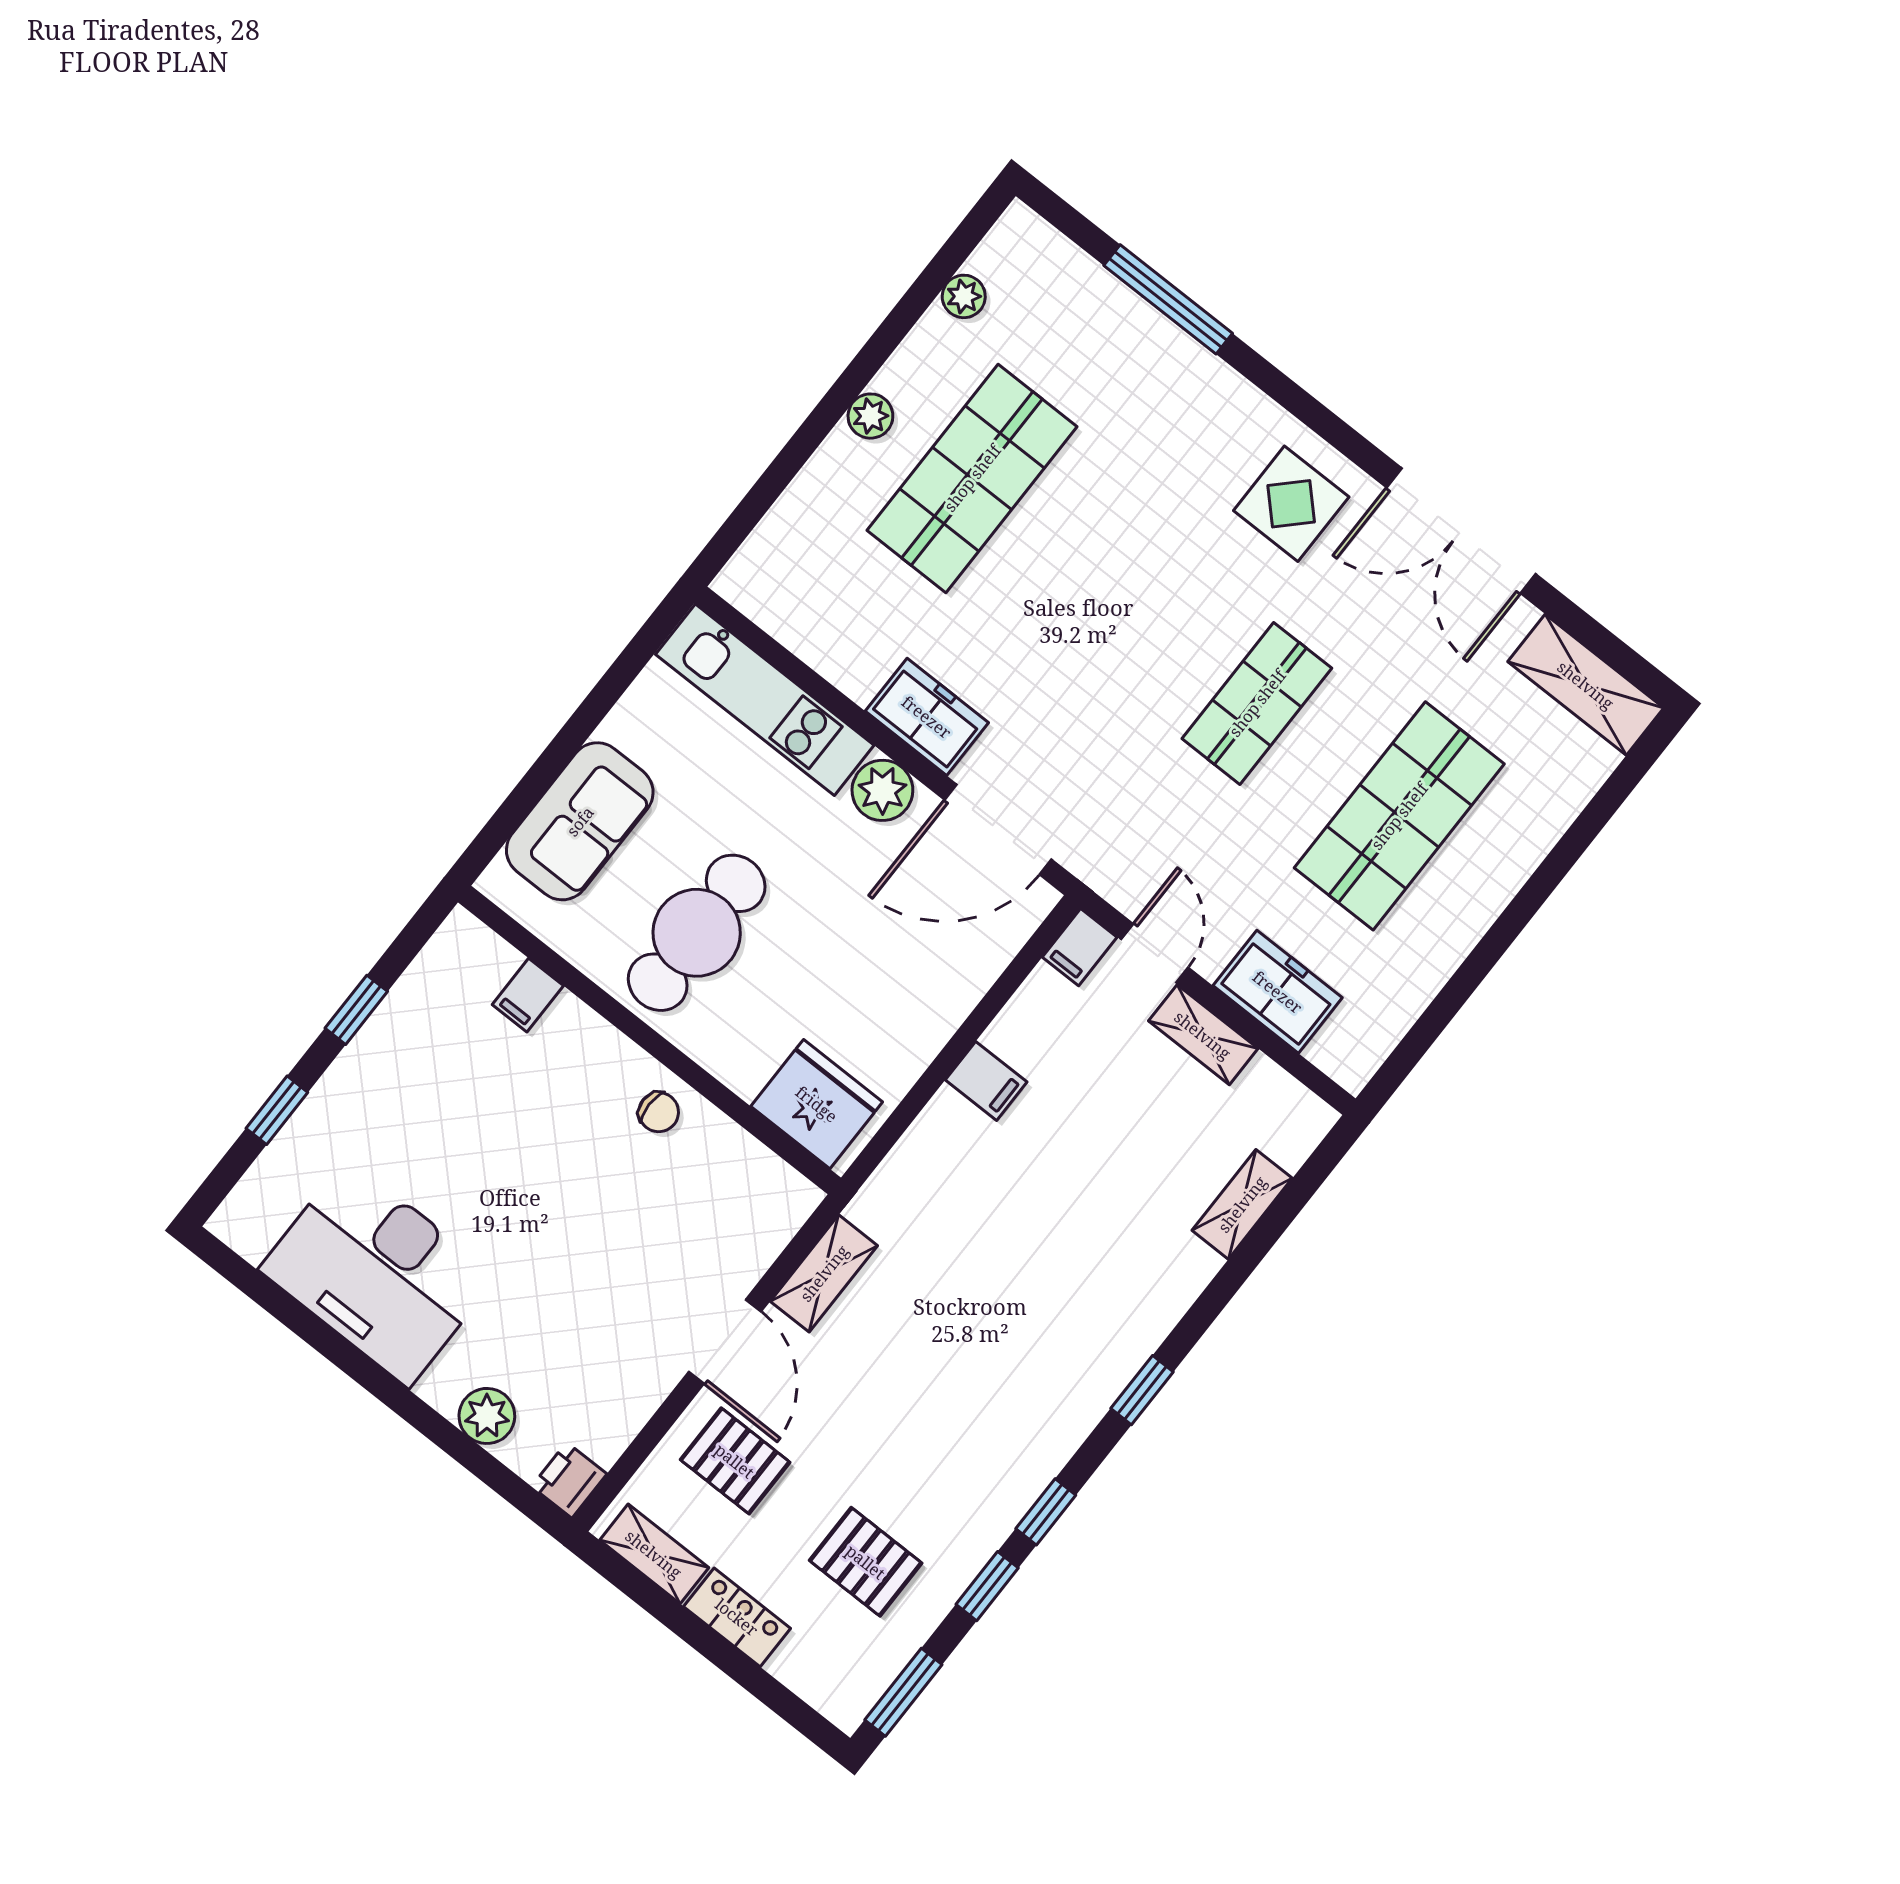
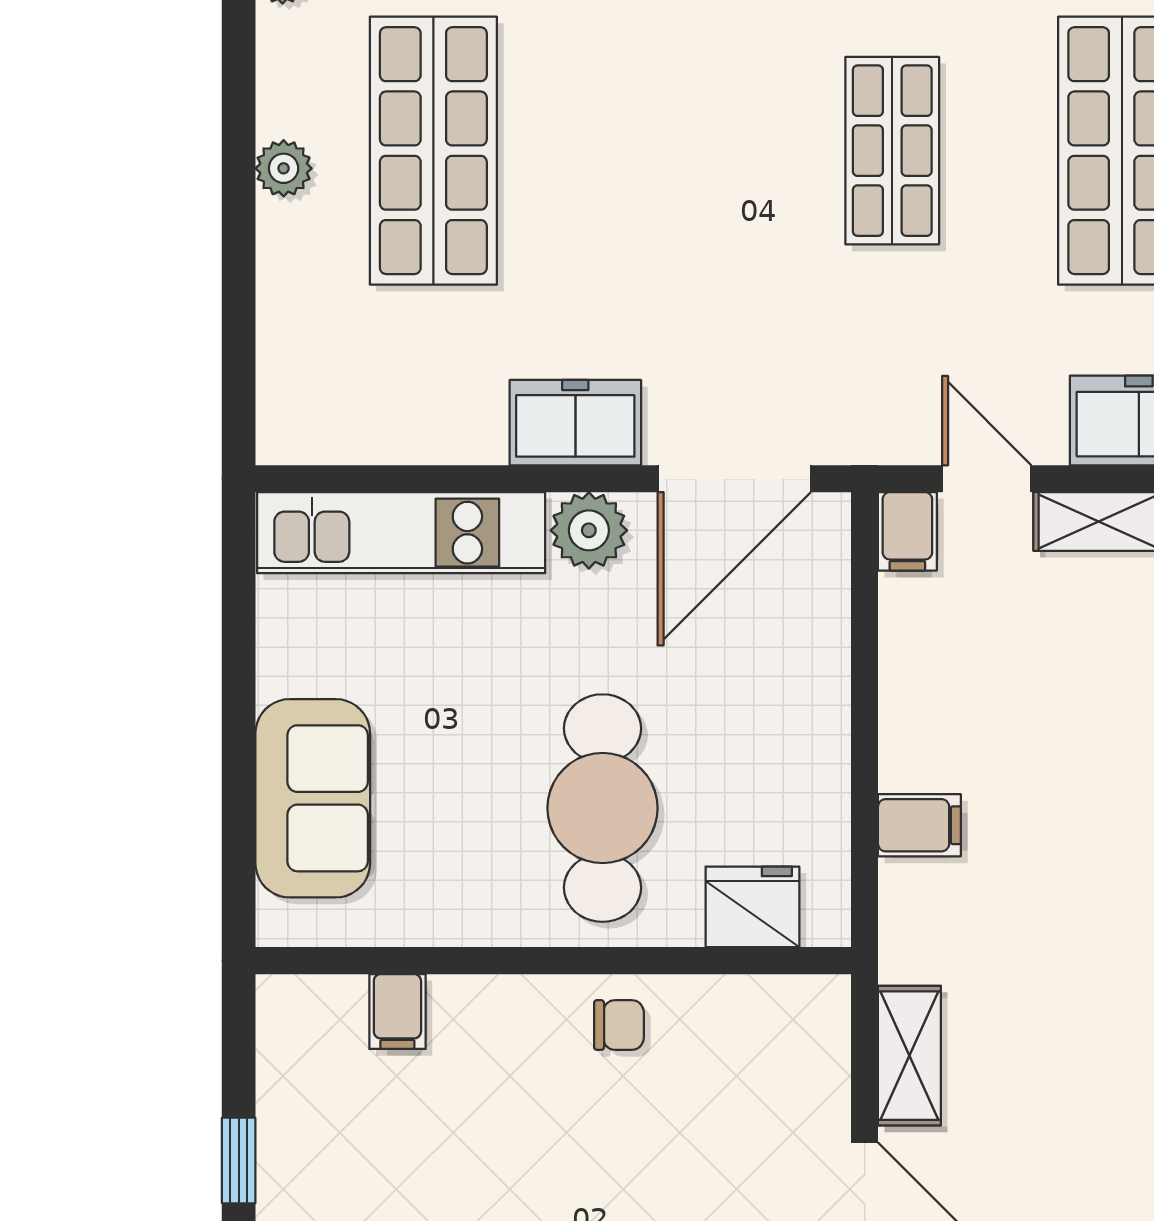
cafe table: (697, 933) -> (602, 808), moved
filing cabinet: (986, 1081) -> (919, 825), moved
fridge: (817, 1104) -> (752, 907), width x0.73, depth x0.75

